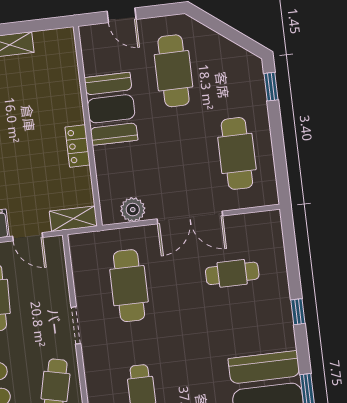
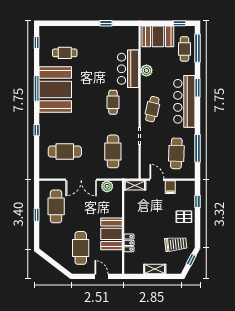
window: (271, 87) -> (37, 215), moved
locker: (78, 146) -> (129, 243), moved
double door: (190, 217) -> (81, 180), swing flipped
cafe table: (232, 273) -> (65, 151), width x1.37, depth x1.35

